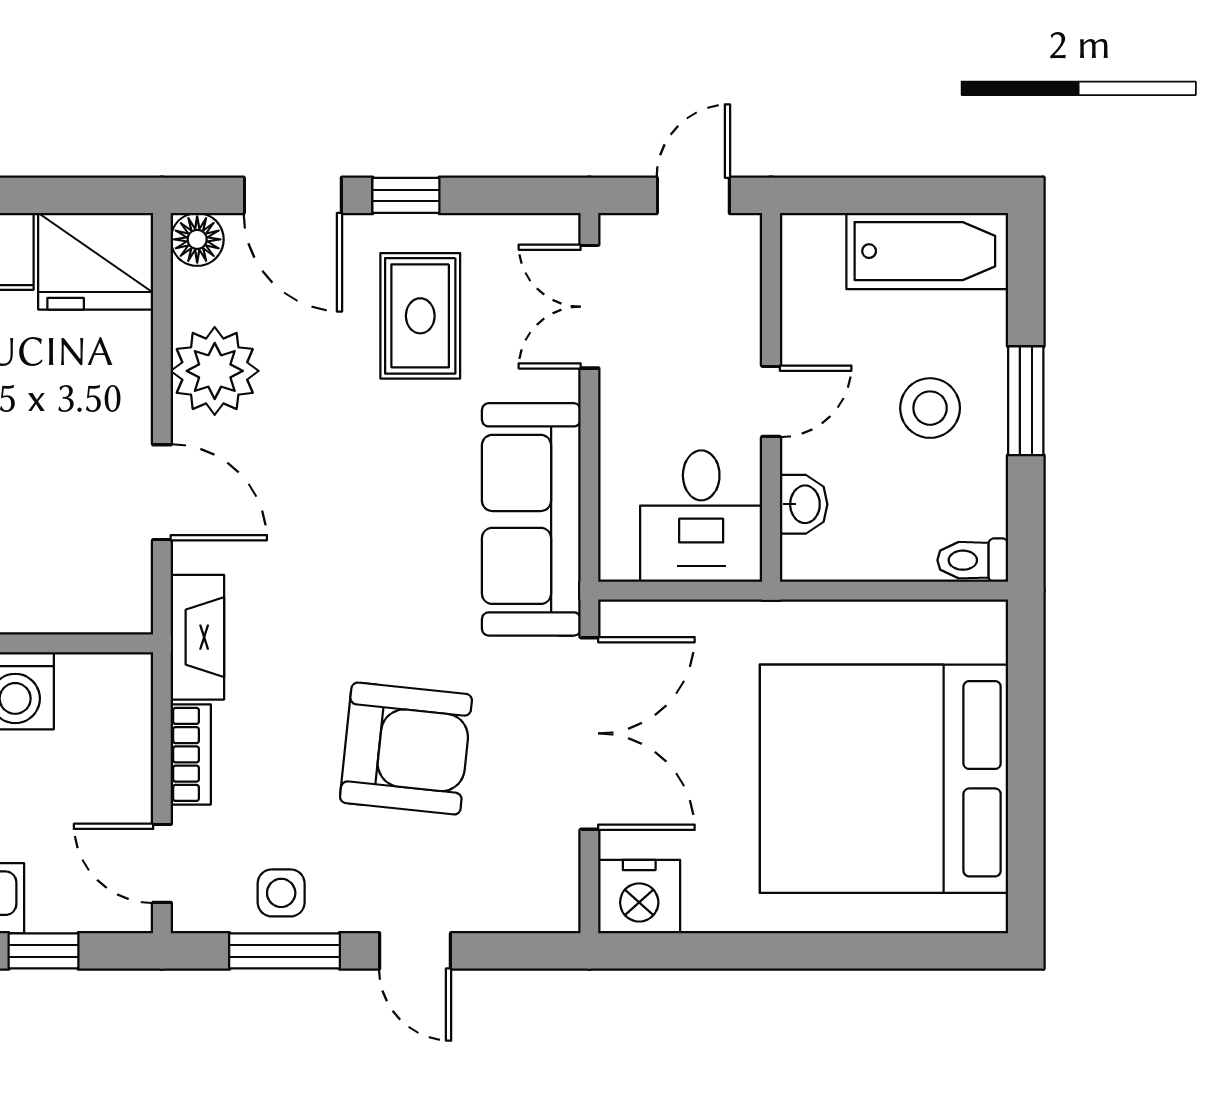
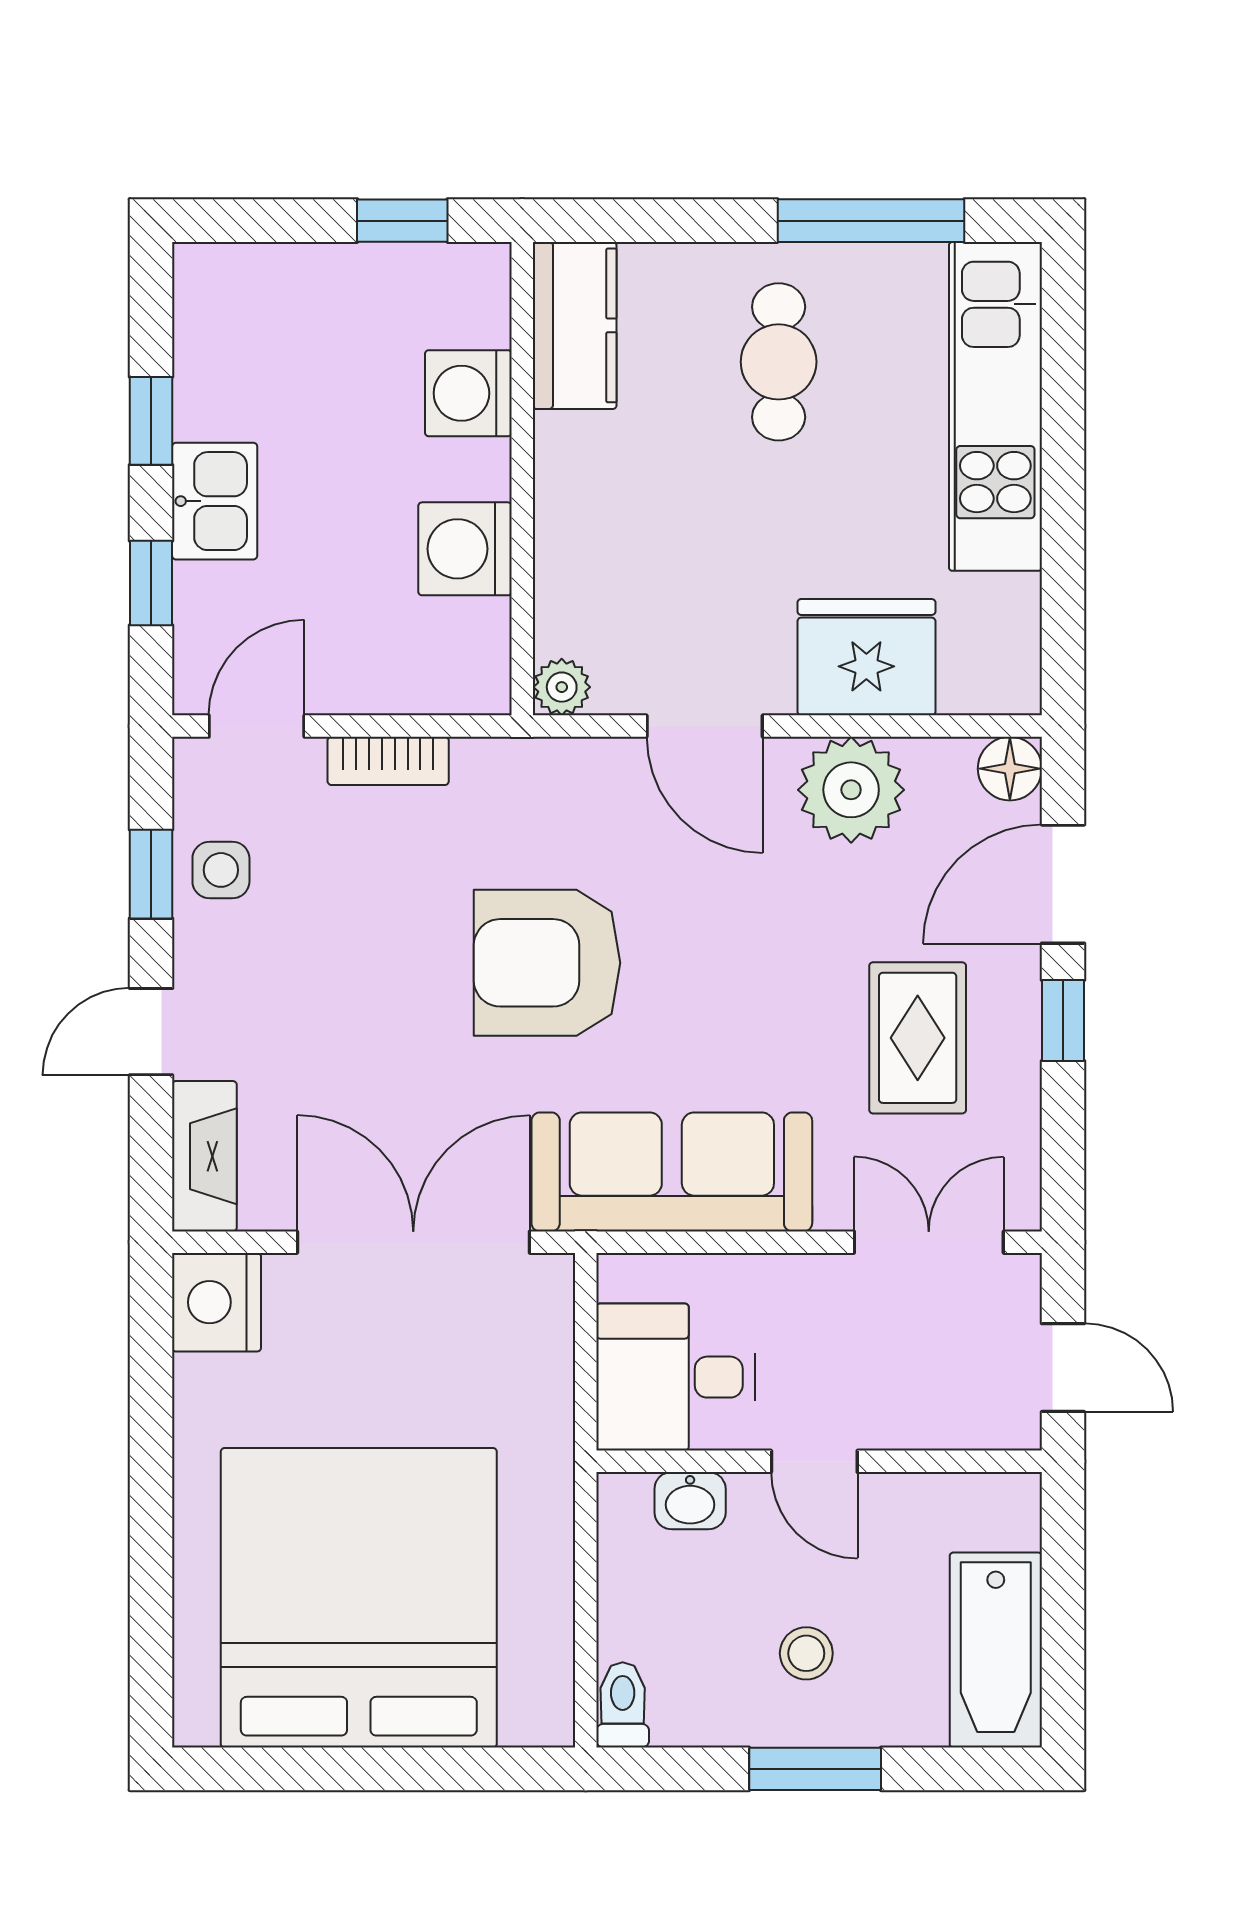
fridge: (95, 261) -> (866, 657), moved, turned 90
rug: (420, 316) -> (918, 1038), turned 90
stool: (930, 408) -> (806, 1653), width x0.73, depth x0.73
door: (162, 492) -> (705, 726), hinge flipped
plant: (130, 611) -> (562, 687), added
fireplace: (197, 637) -> (204, 1156), moved, turned -90
double door: (589, 733) -> (413, 1242), swing flipped
armchair: (406, 749) -> (547, 963), moved, turned 84
window: (285, 951) -> (151, 874), width x0.67

